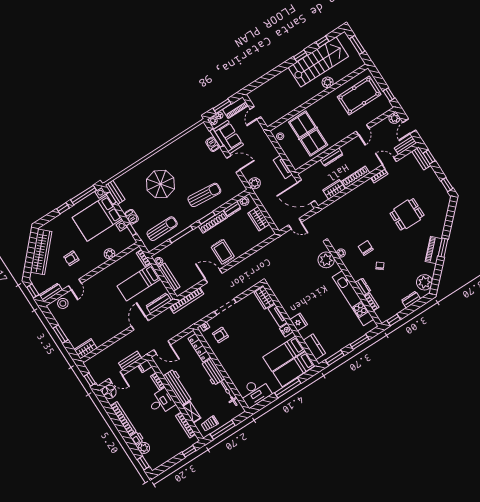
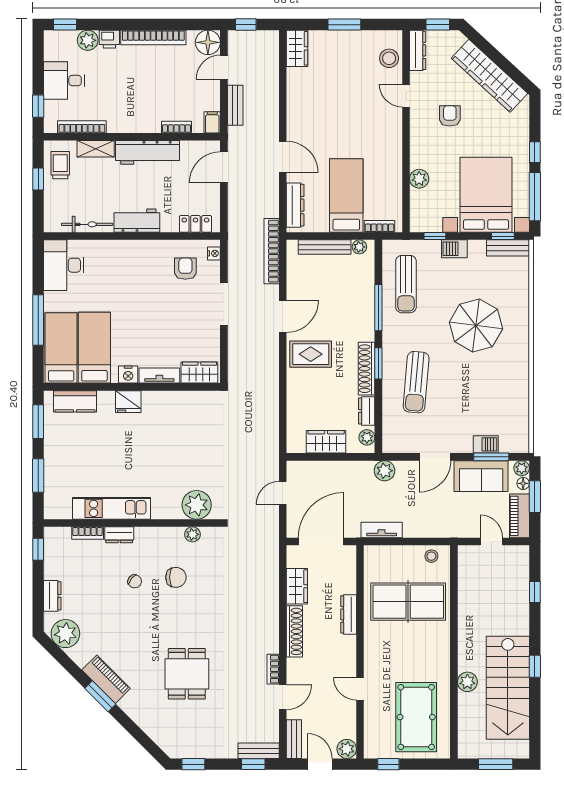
window: (322, 42) -> (535, 592), moved
kitchen unit: (353, 298) -> (111, 508), width x0.73
locker: (199, 348) -> (195, 224), width x0.66
desk: (161, 402) -> (64, 81), moved, turned 90
window: (223, 430) -> (38, 179), width x0.46

